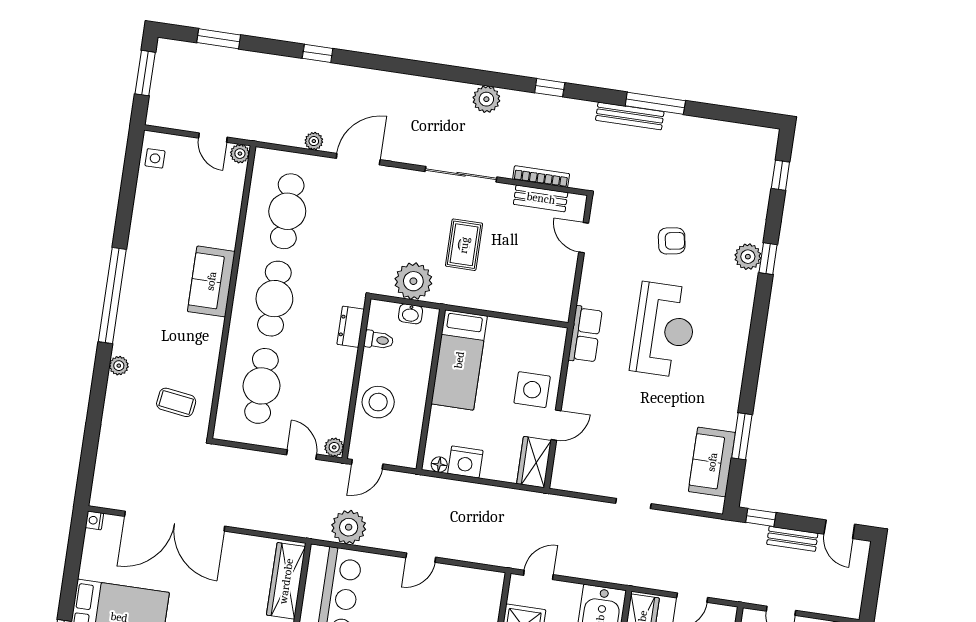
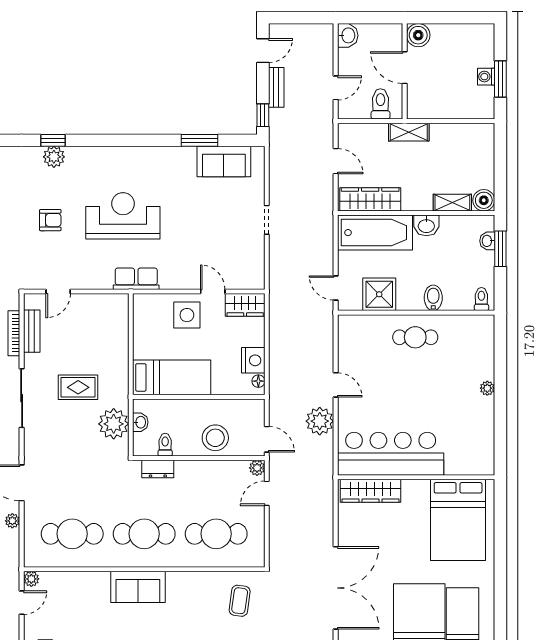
armchair: (672, 241) -> (50, 220), turned 100
plant: (349, 527) -> (320, 421), moved

